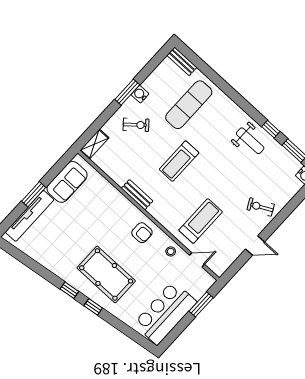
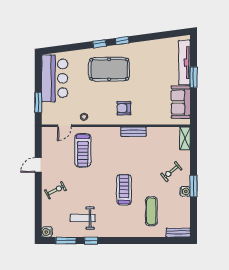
exercise mat: (189, 105) -> (151, 211), width x0.73, depth x0.69
weight bench: (250, 141) -> (83, 218), moved
treadmill: (179, 161) -> (124, 190), moved
armchair: (142, 233) -> (124, 108), moved

